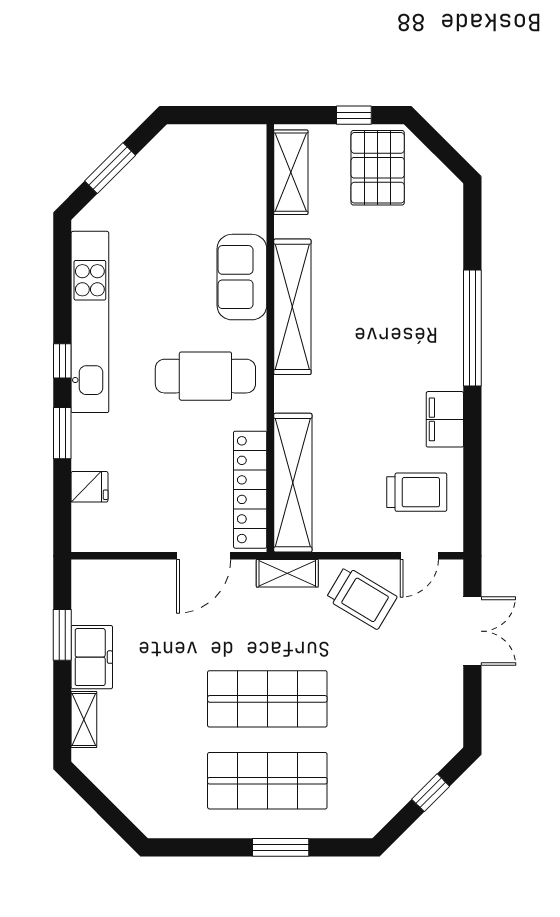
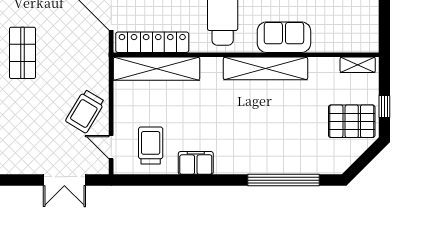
shelving: (291, 172) -> (358, 65), width x0.67, depth x0.75
window: (472, 328) -> (284, 180), moved
trolley: (417, 492) -> (151, 145), turned 180
shelving: (287, 573) -> (100, 65), removed
shop shelf: (267, 699) -> (23, 53), width x0.70, depth x0.74

